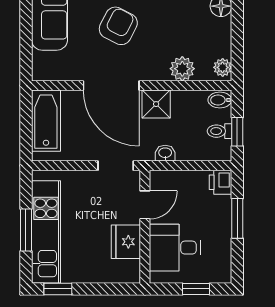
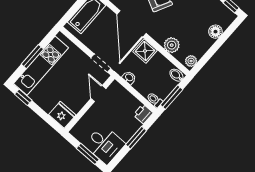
toilet: (220, 131) -> (155, 100), moved
window: (237, 132) -> (172, 97), width x1.50
door: (145, 205) -> (98, 94), swing flipped
fridge: (126, 242) -> (62, 115), moved, turned 90
desk: (175, 248) -> (105, 144), moved, turned 180
window: (196, 289) -> (88, 154), width x1.50

